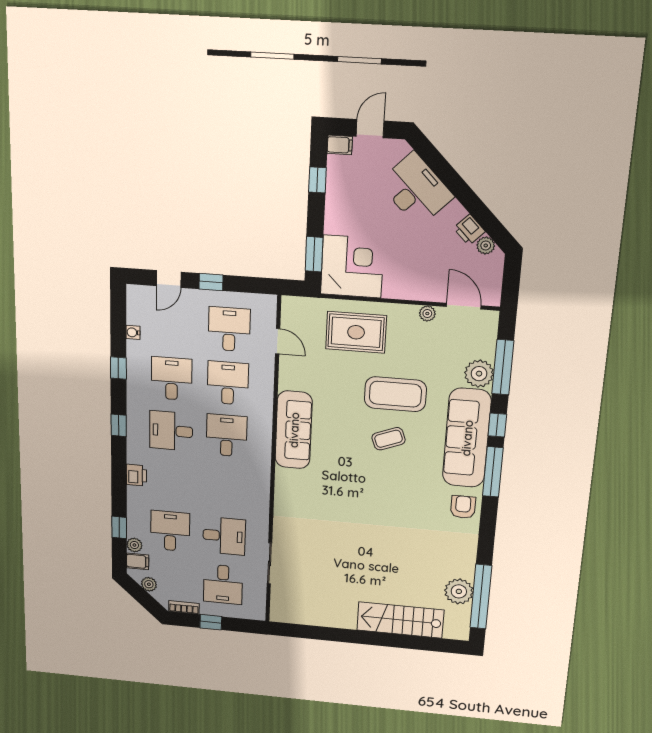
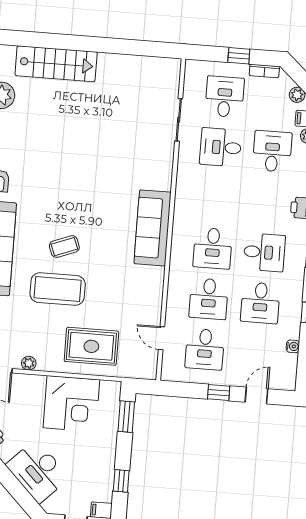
corner desk: (352, 267) -> (71, 404), moved, turned -90
sofa: (294, 430) -> (153, 228), moved
desk: (170, 531) -> (272, 151), turned 180

